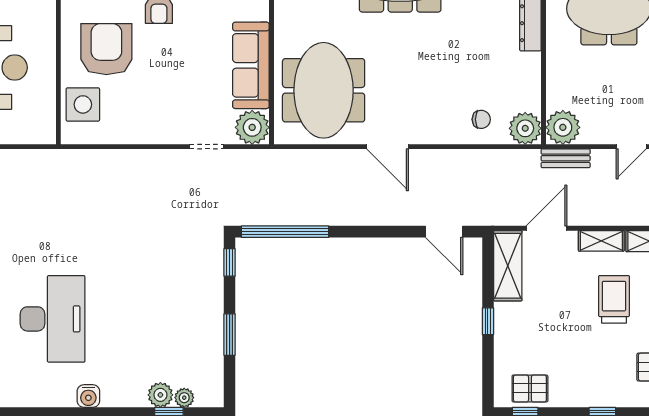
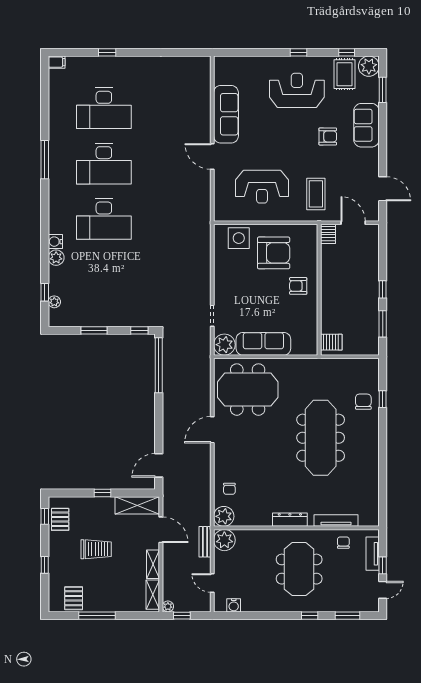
trolley: (614, 299) -> (96, 549), moved
plant: (160, 395) -> (56, 258), moved

